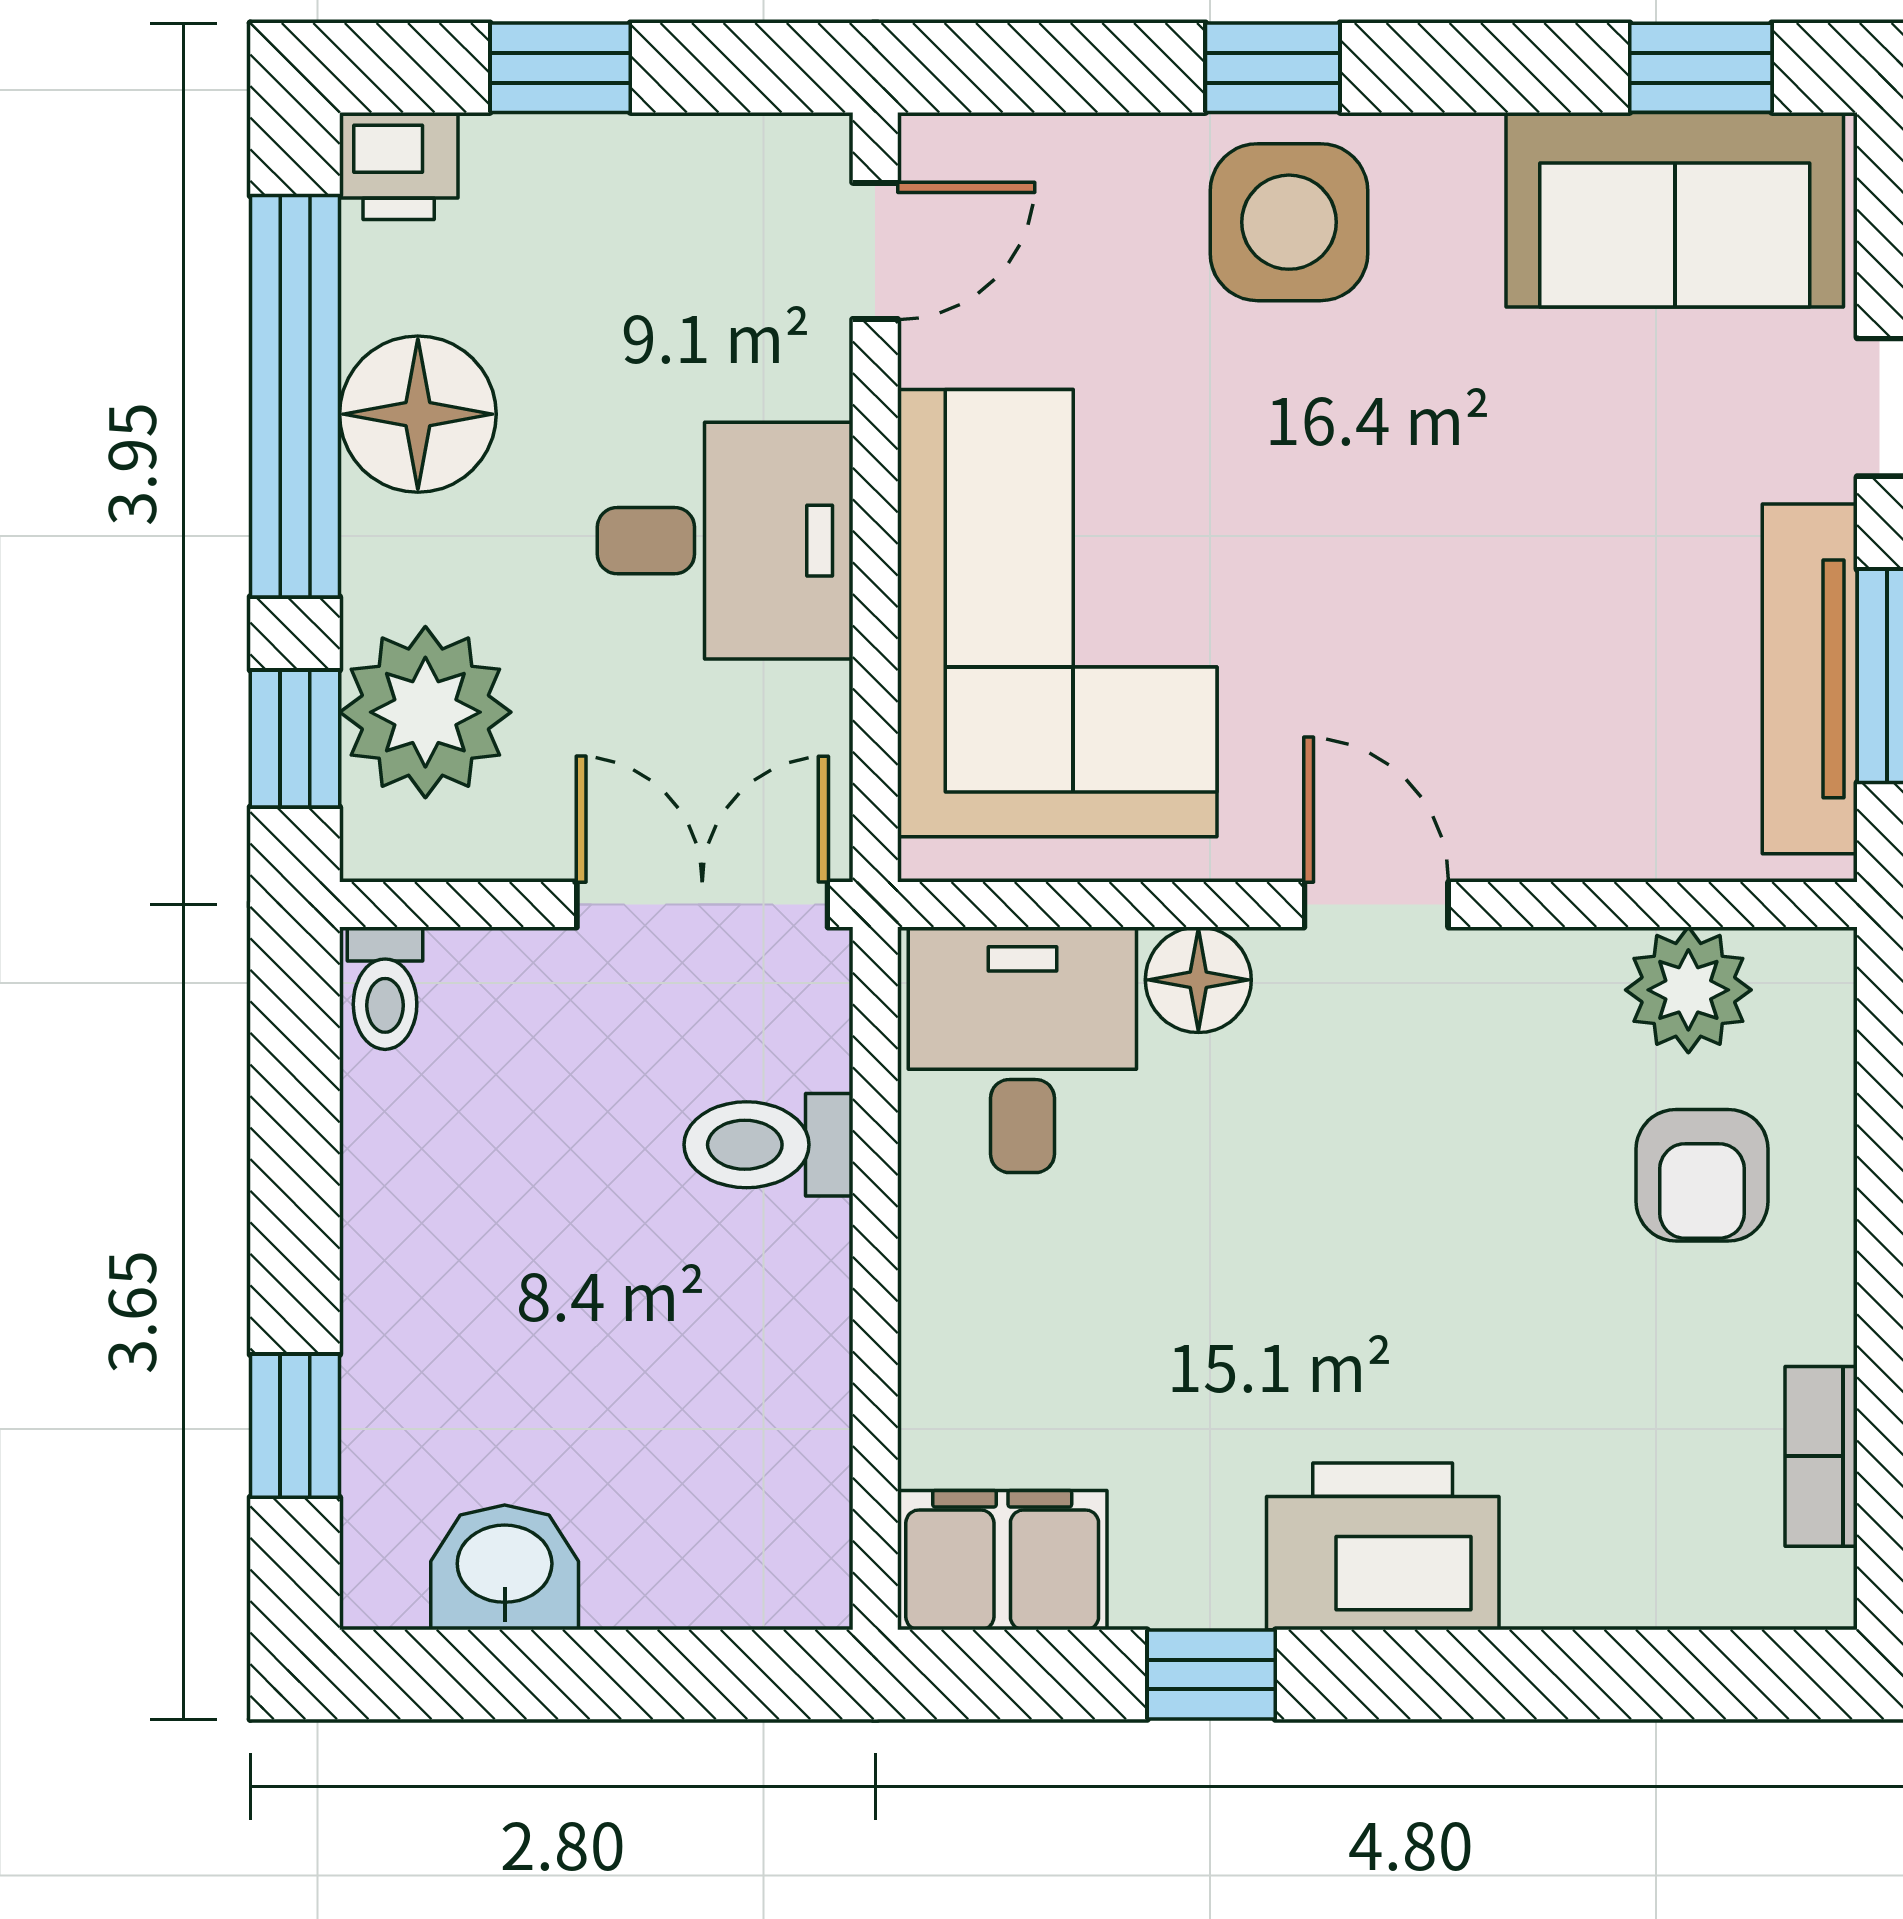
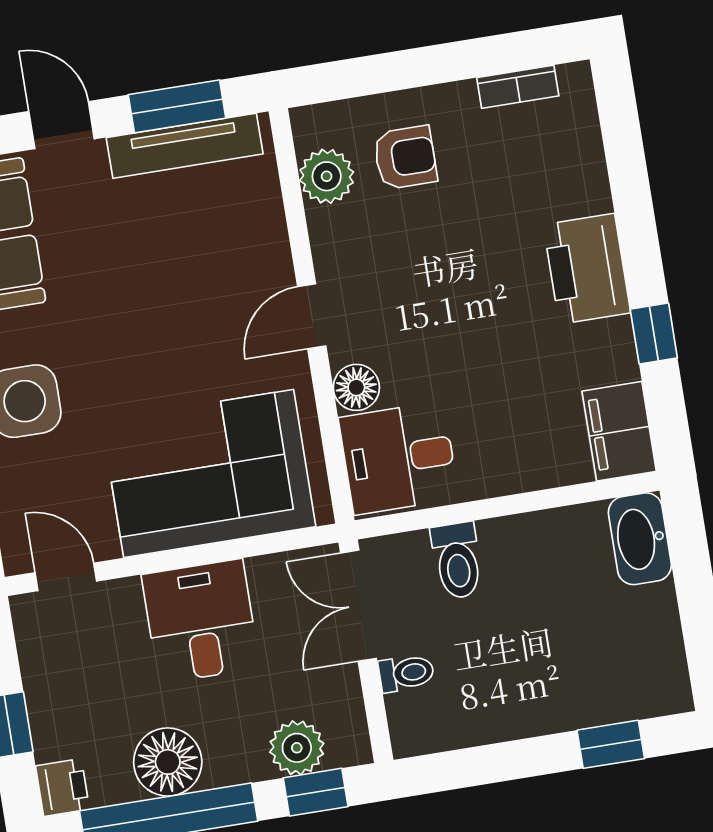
plant: (425, 712) -> (297, 748), width x0.73, depth x0.73
toilet: (385, 988) -> (406, 673), moved
washbasin: (505, 1567) -> (640, 539), moved, width x1.38

